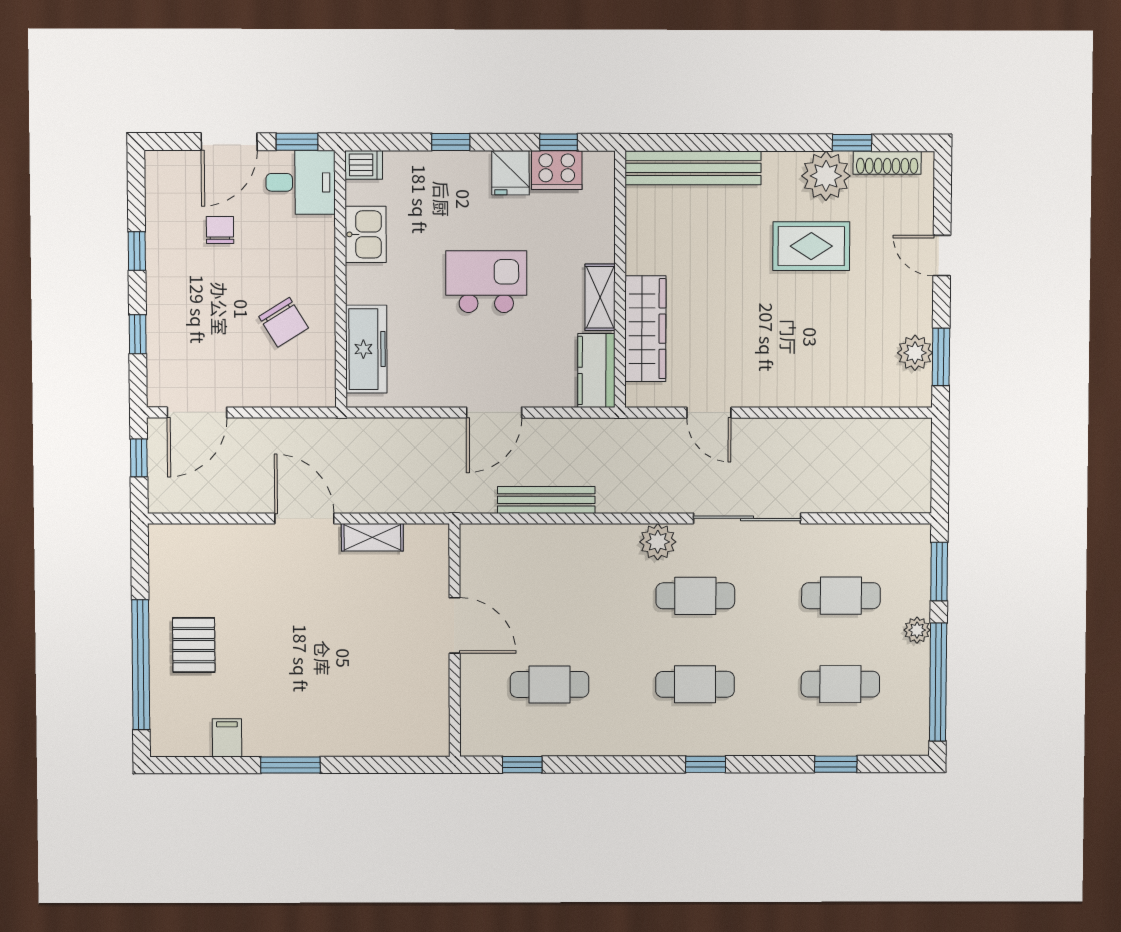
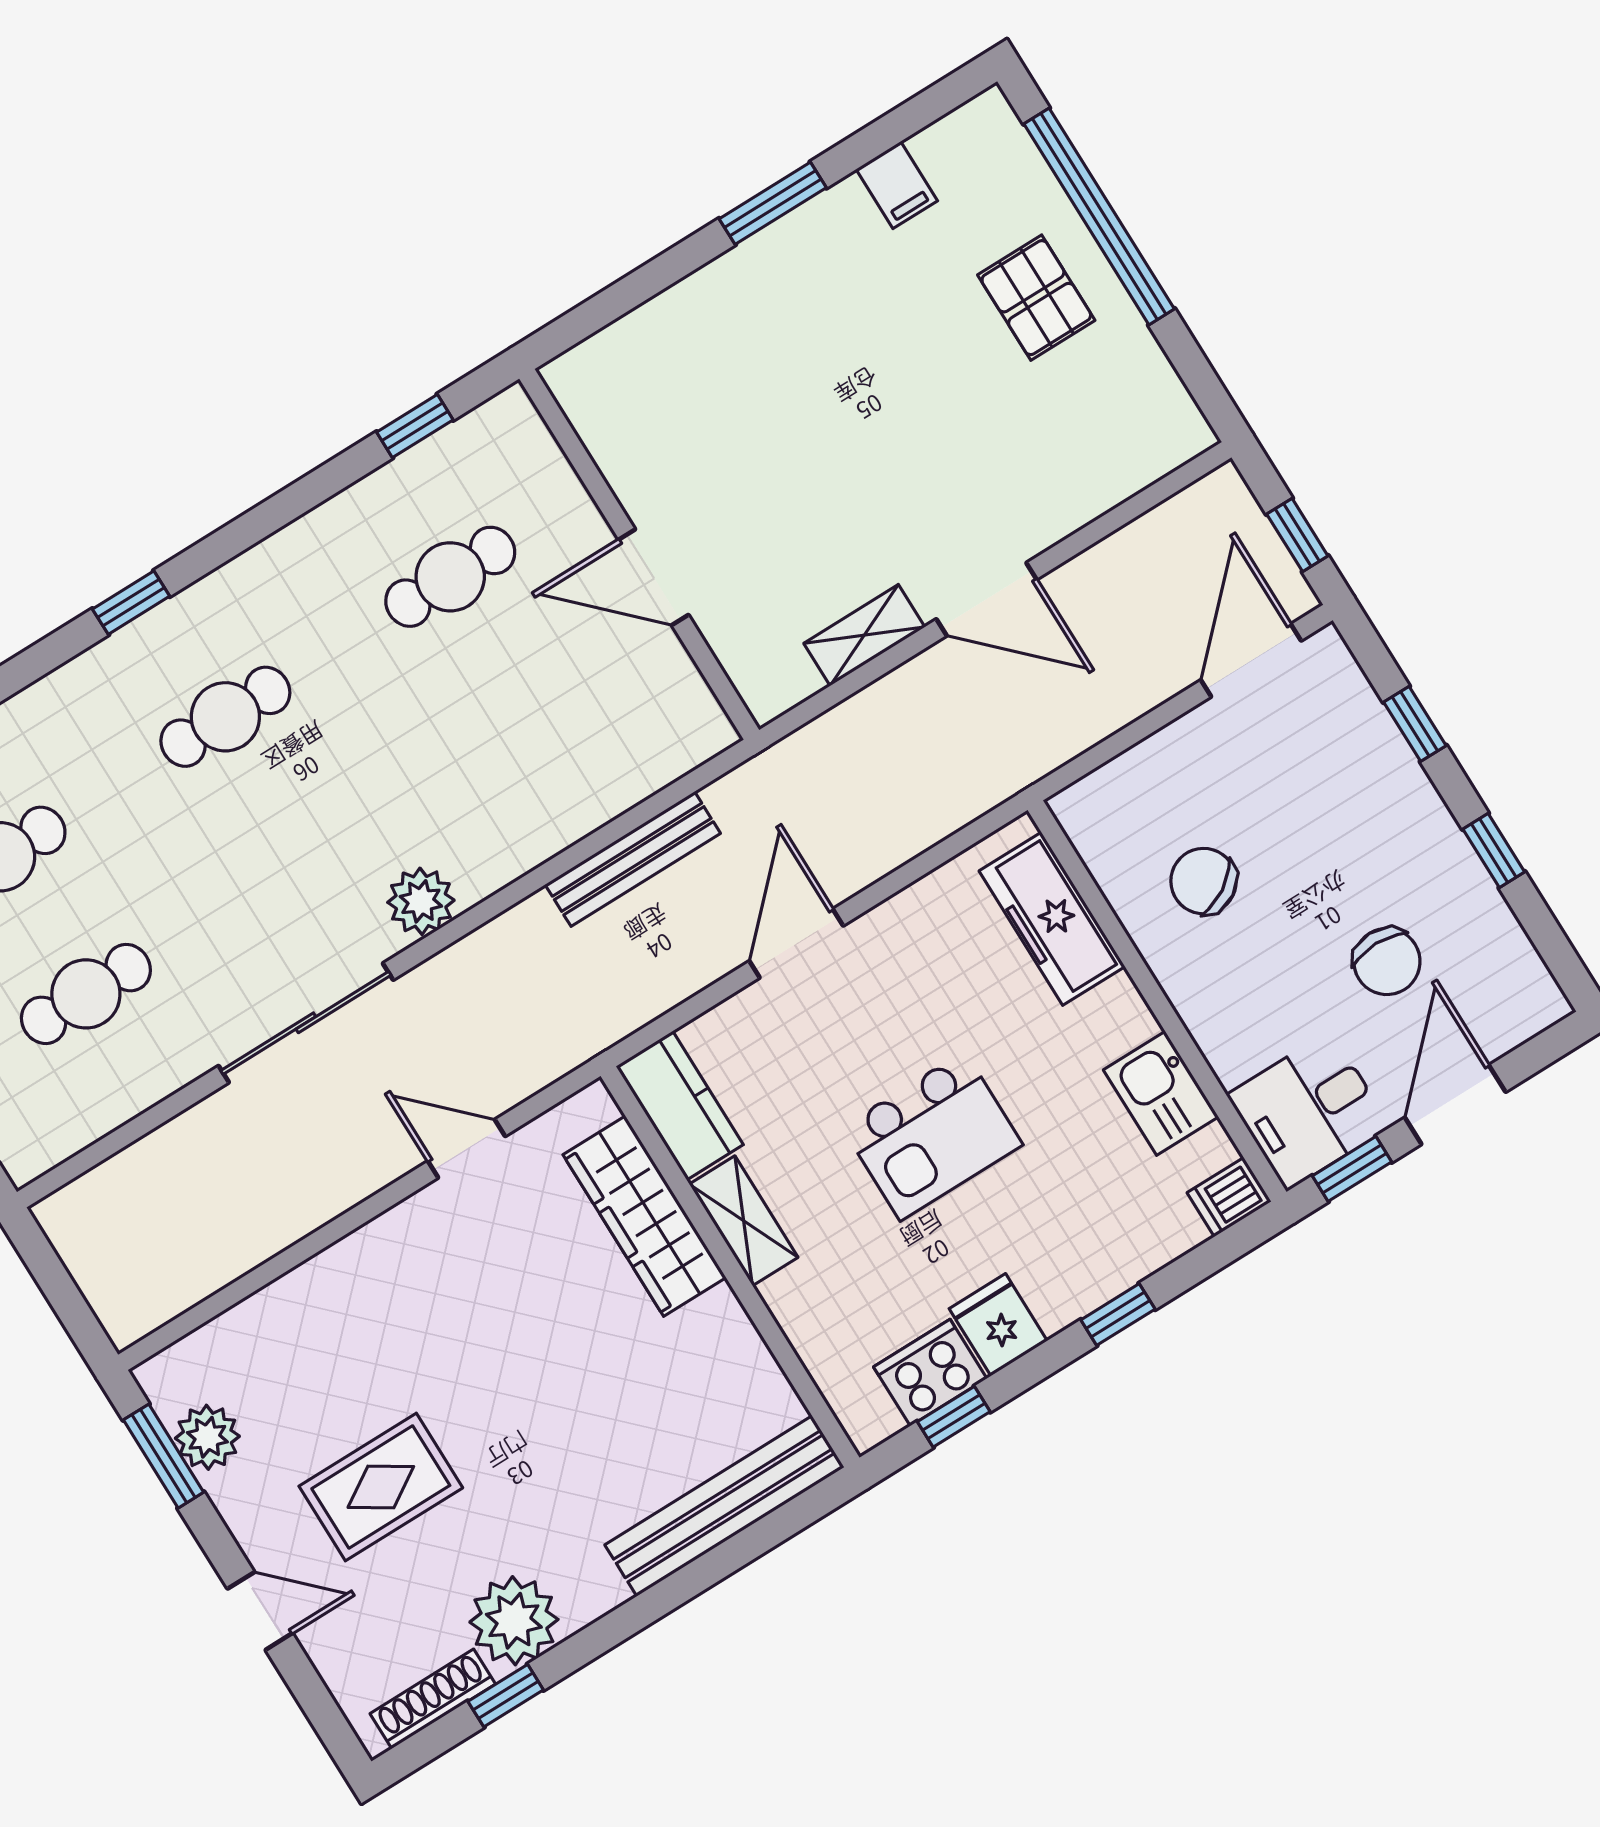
chair: (220, 230) -> (1387, 961), width x1.37, depth x1.37
rug: (811, 246) -> (381, 1487), moved
cafe table: (695, 596) -> (311, 854), removed

